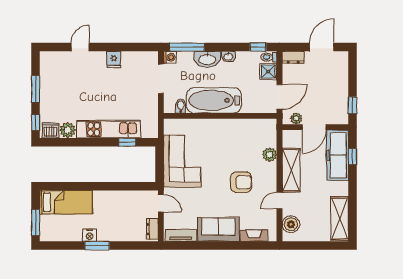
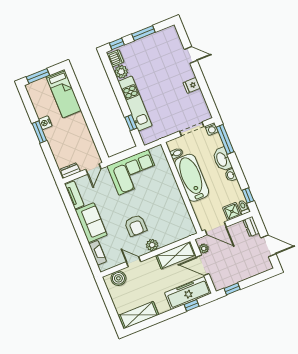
plant: (270, 155) -> (152, 245), moved
shelving: (291, 170) -> (176, 255), moved

